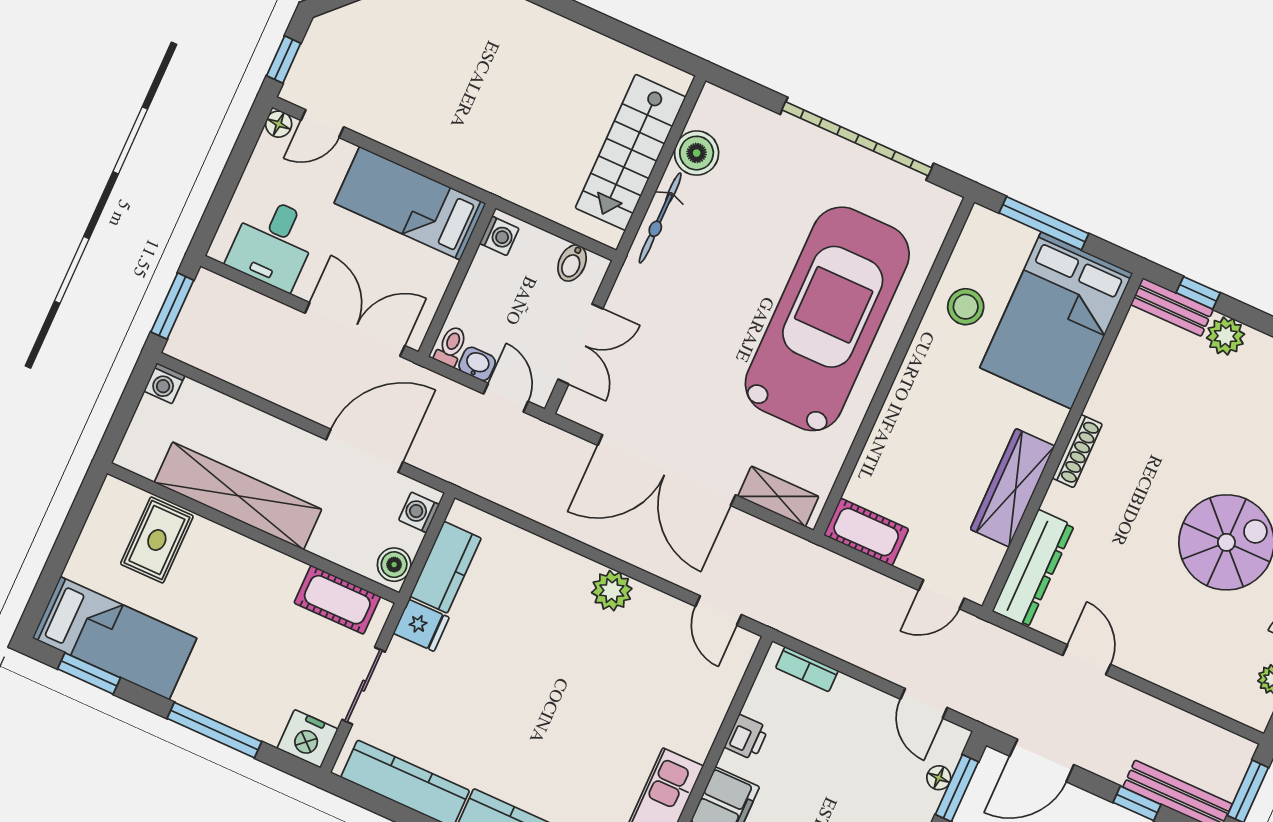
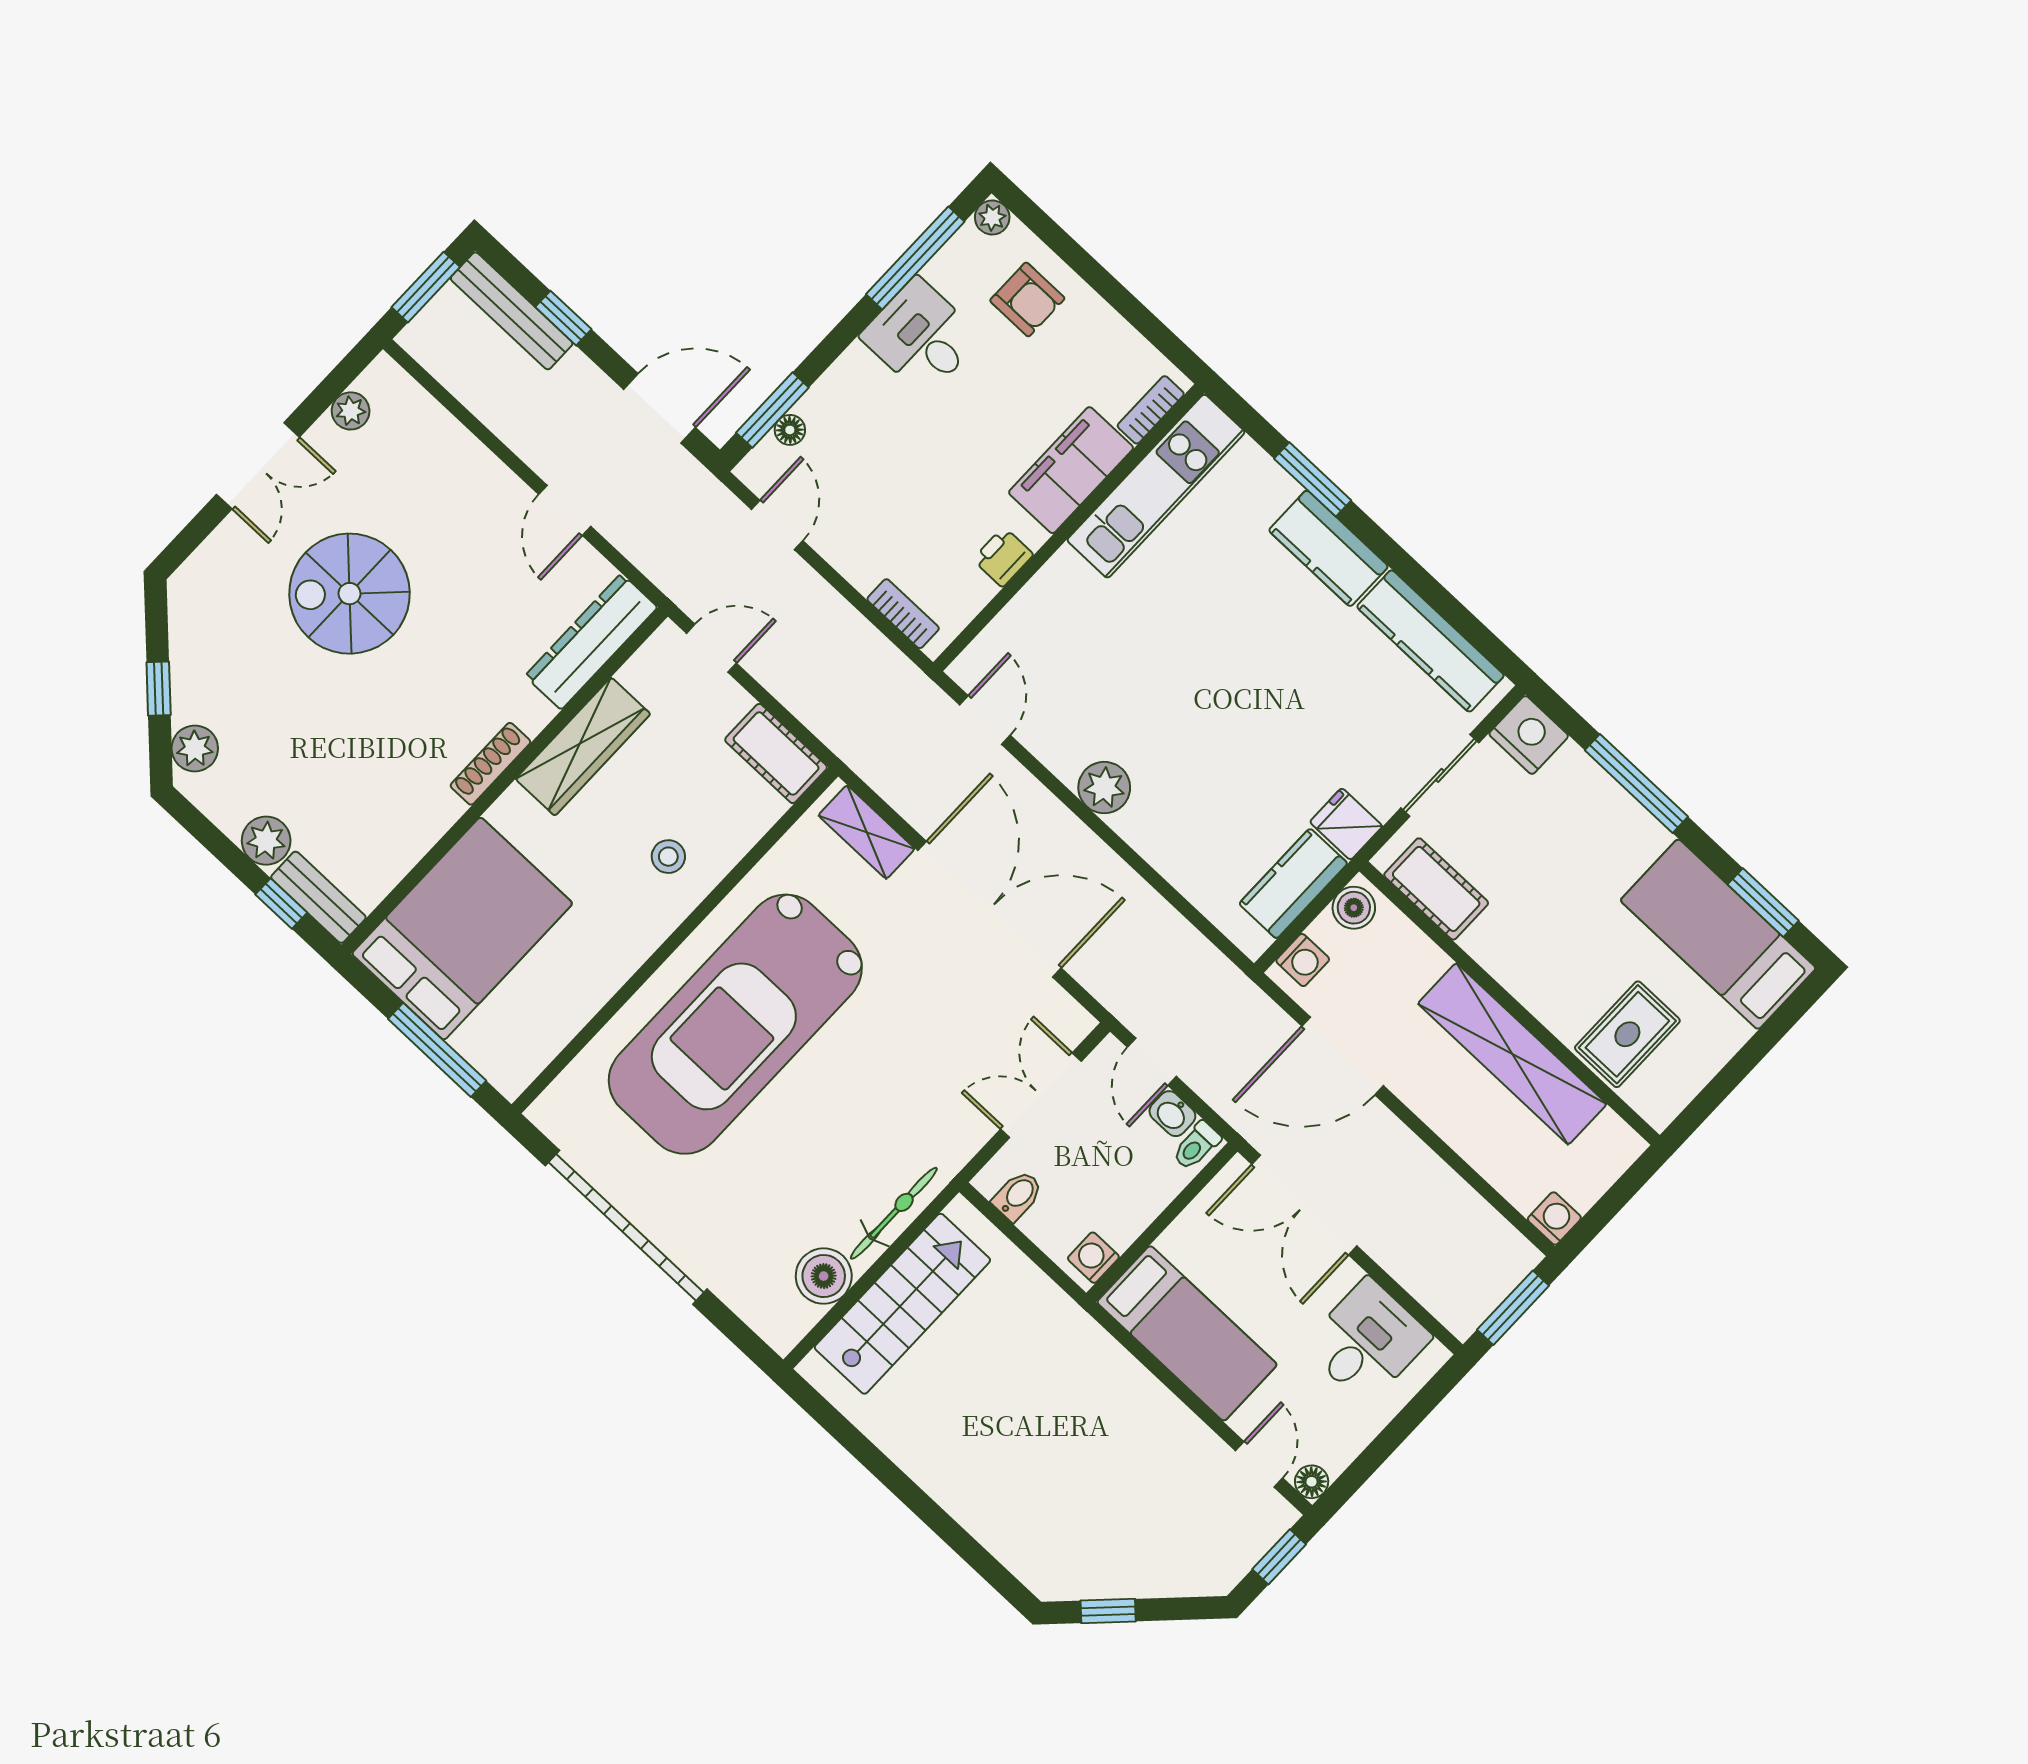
door: (322, 124) -> (1259, 1464), hinge flipped
stool: (966, 307) -> (668, 857), moved, width x0.73, depth x0.73

